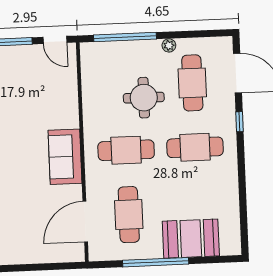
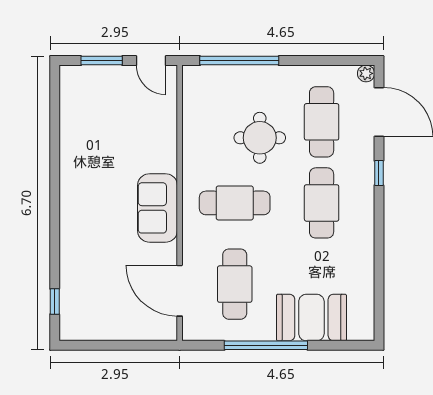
plant: (169, 45) -> (366, 73), moved
cafe table: (195, 147) -> (322, 203), turned 90
door: (85, 222) -> (180, 291), hinge flipped

